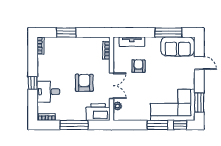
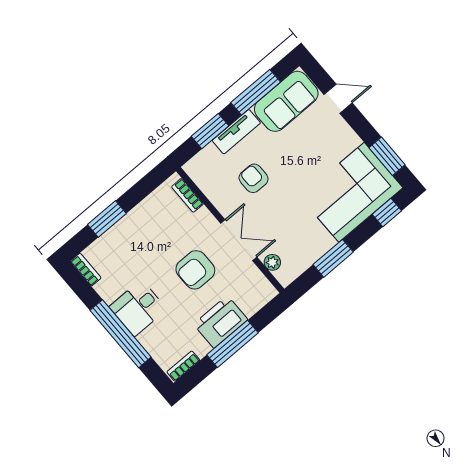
window: (137, 32) -> (210, 131), added
tv unit: (132, 42) -> (236, 132), moved
window: (33, 83) -> (121, 334), width x3.17
armchair: (84, 83) -> (195, 270), turned -90
desk: (48, 92) -> (138, 308), moved
printer: (98, 112) -> (221, 322), moved
window: (157, 125) -> (333, 258), moved

